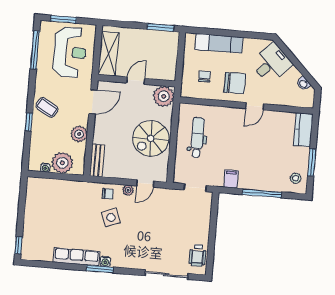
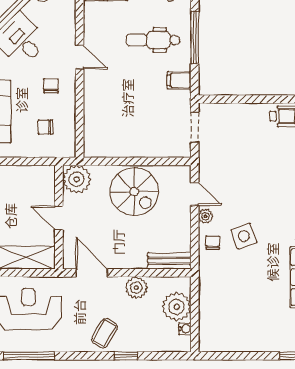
chair: (235, 83) -> (51, 86), width x0.54, depth x0.54
dental chair: (197, 137) -> (153, 40), moved

